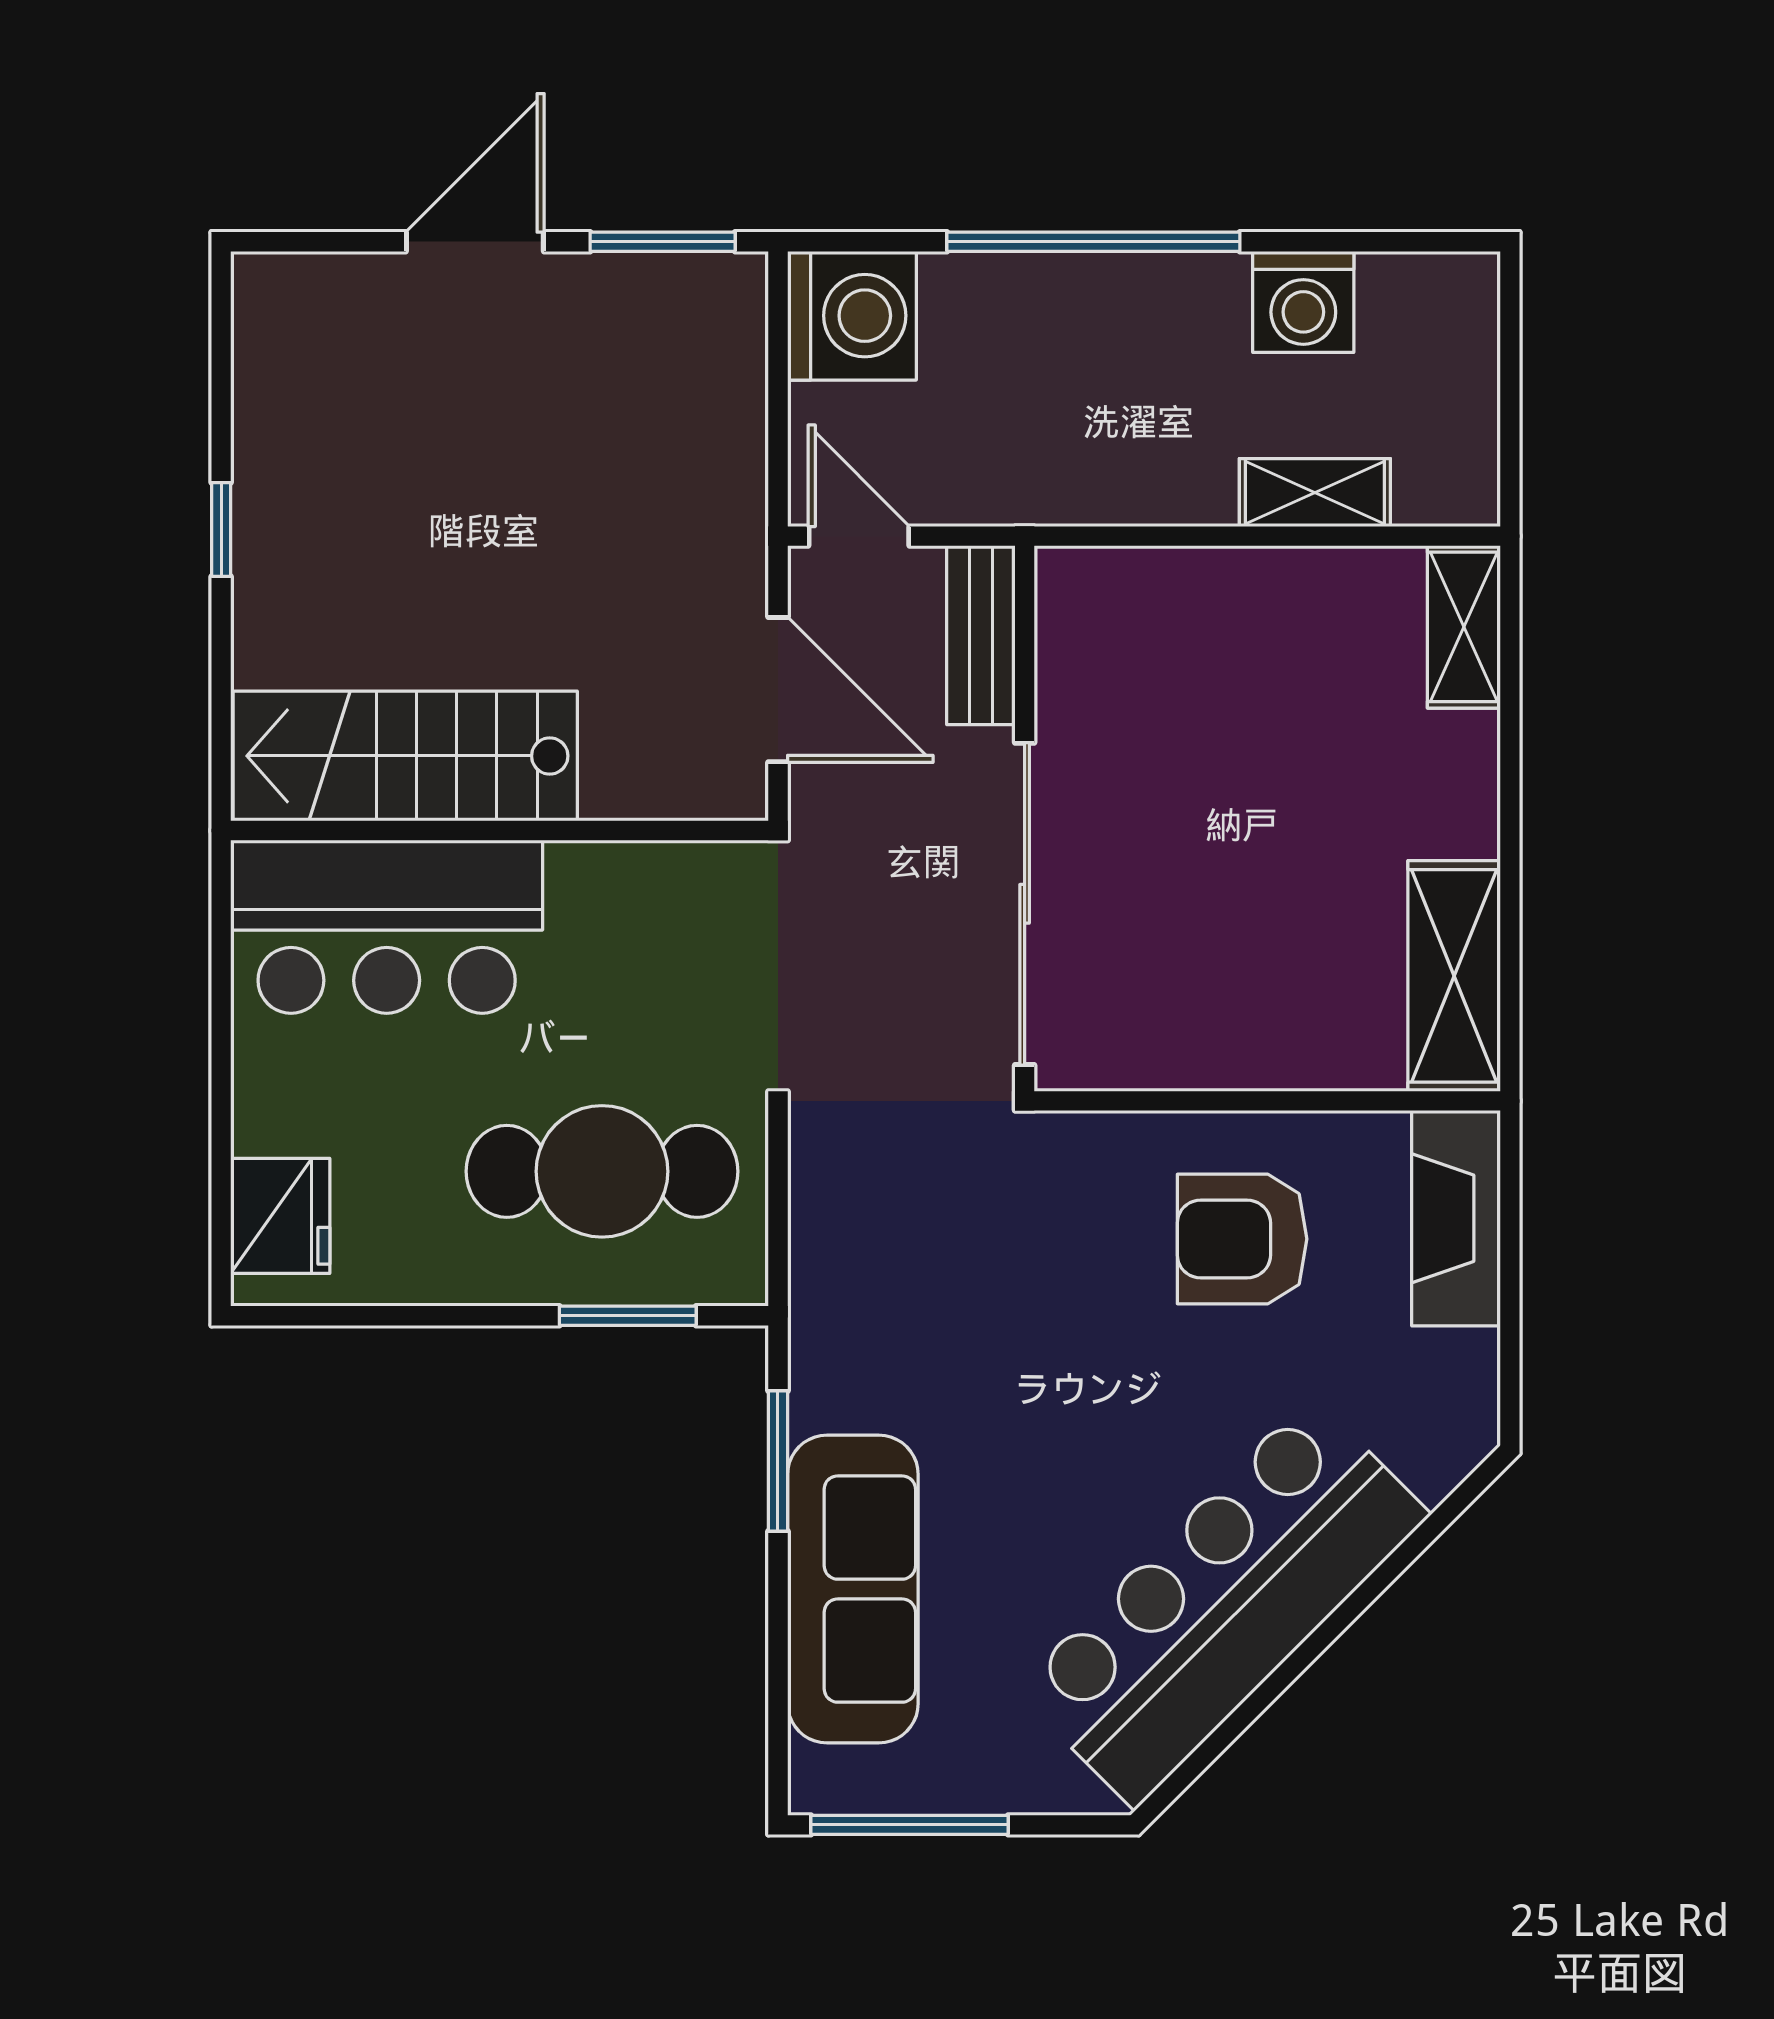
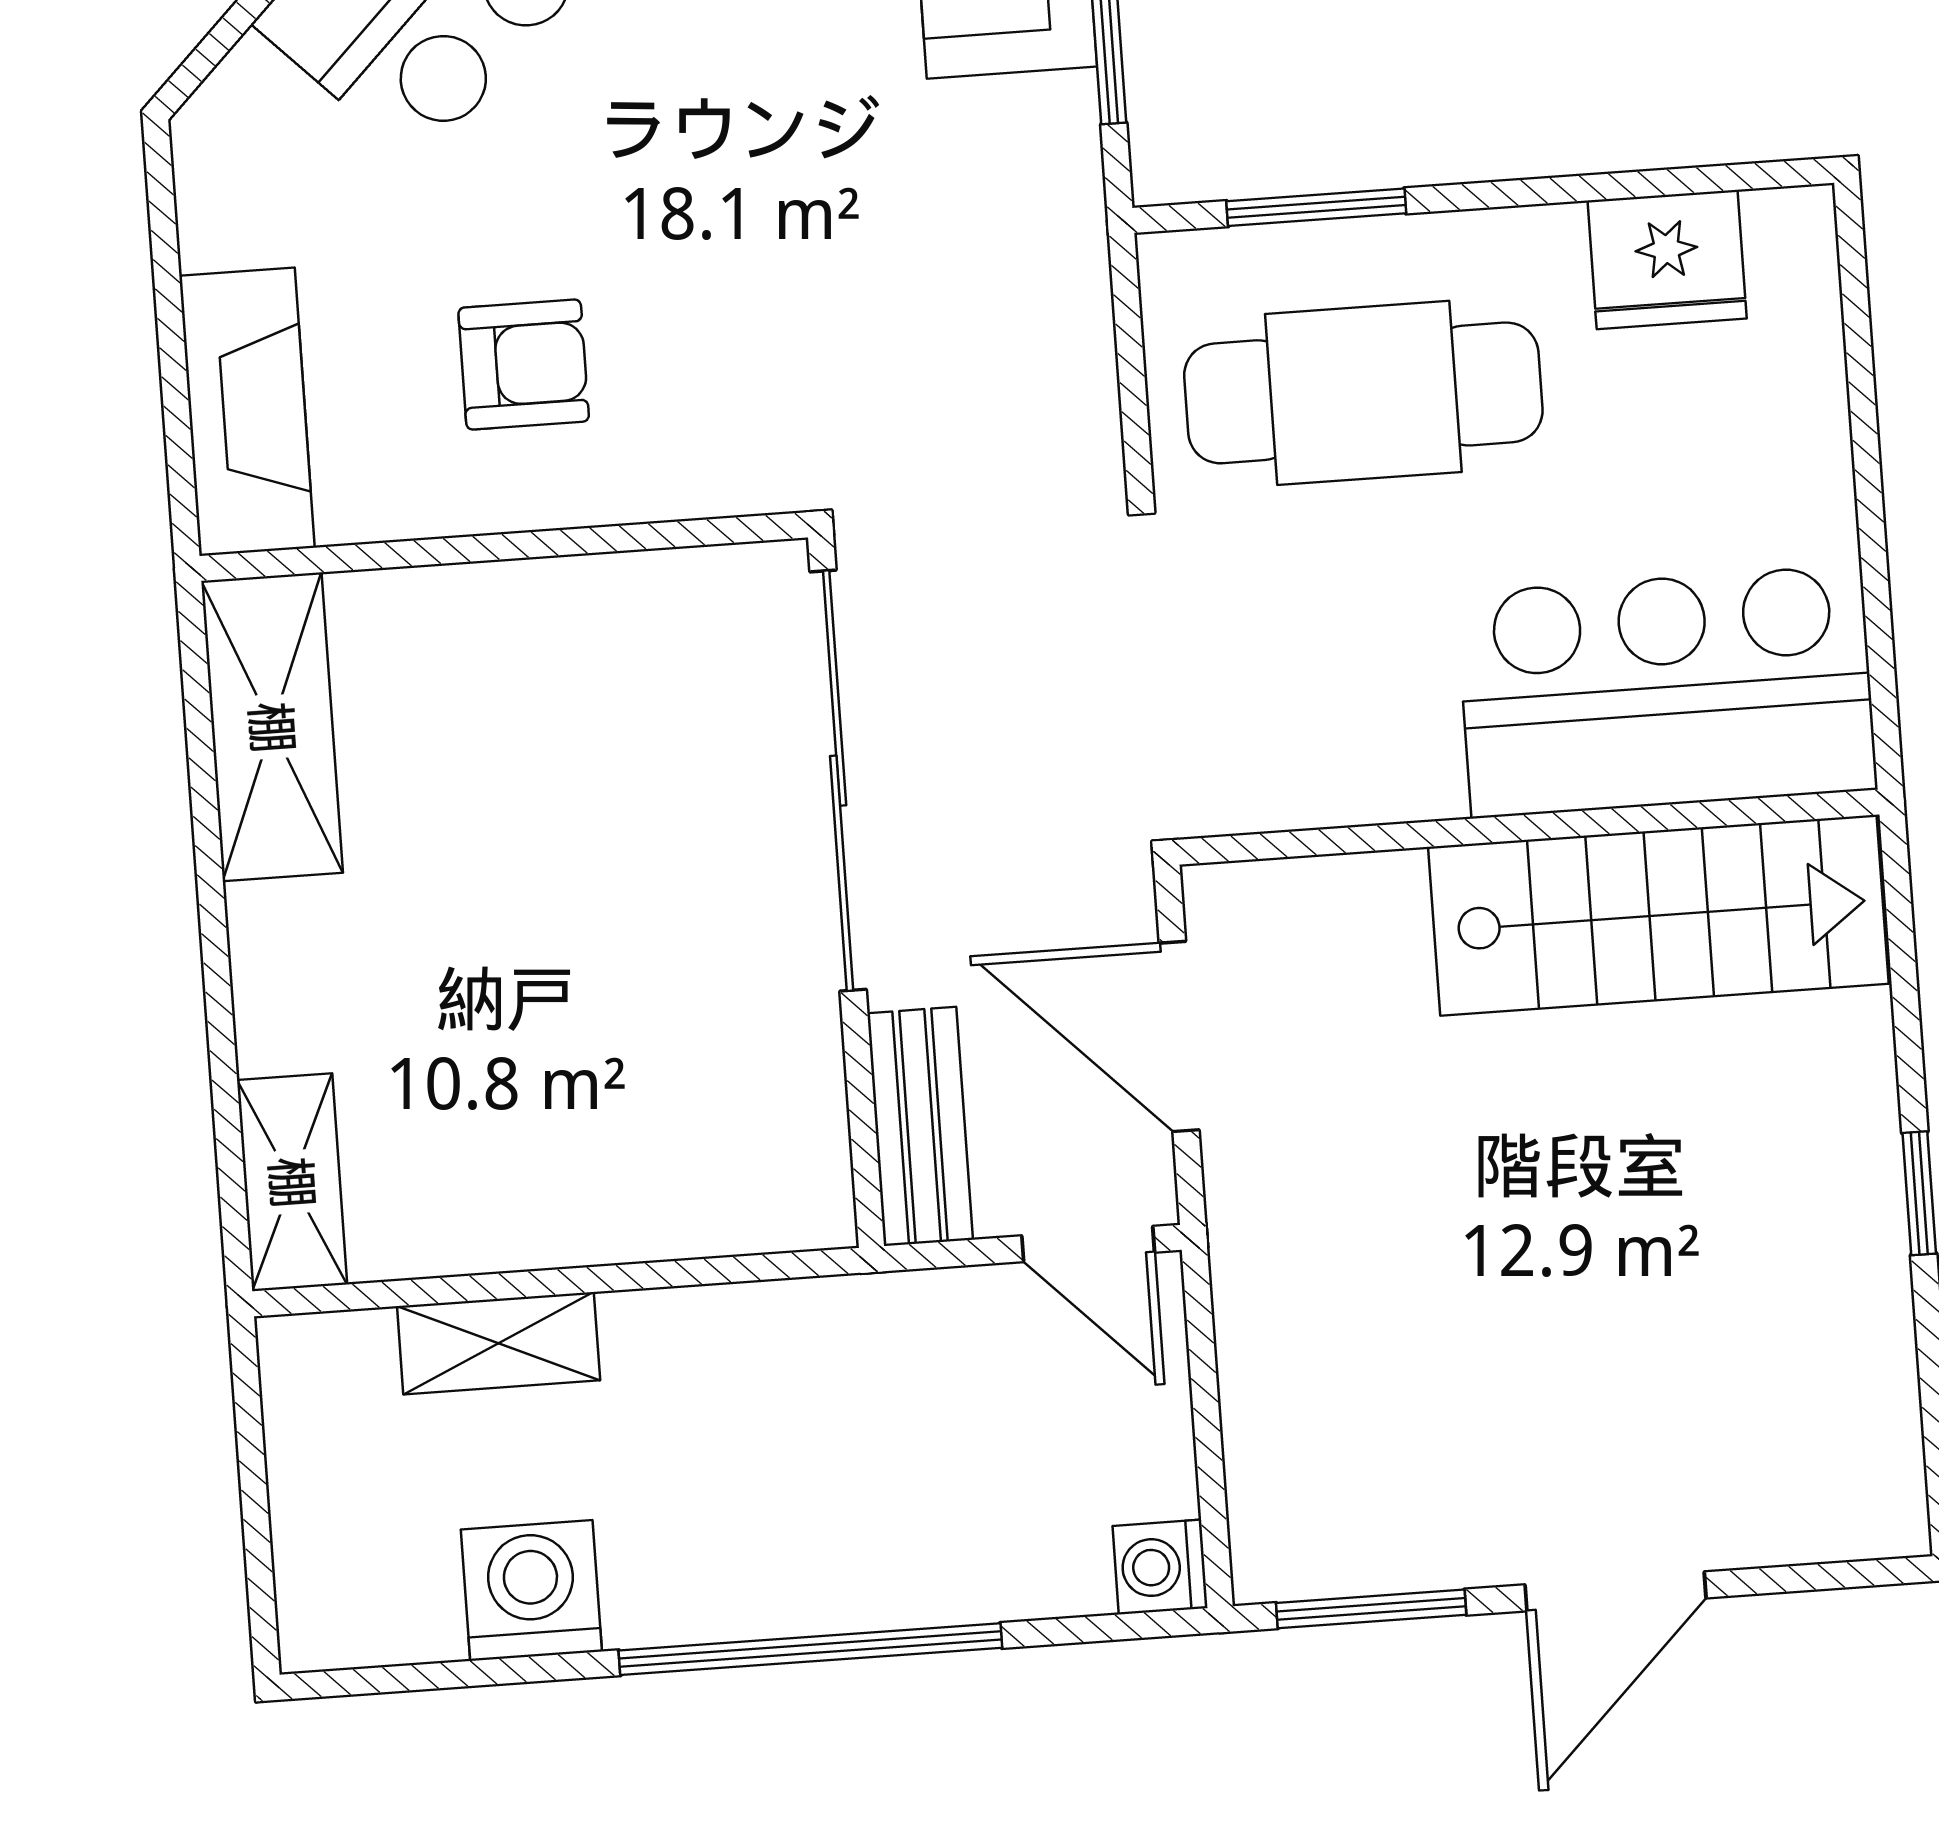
washing machine: (852, 316) -> (1160, 1567), width x0.53, depth x0.53
fridge: (280, 1216) -> (1667, 260), moved, turned -90
armchair: (1242, 1239) -> (524, 365), width x0.72, depth x0.72

